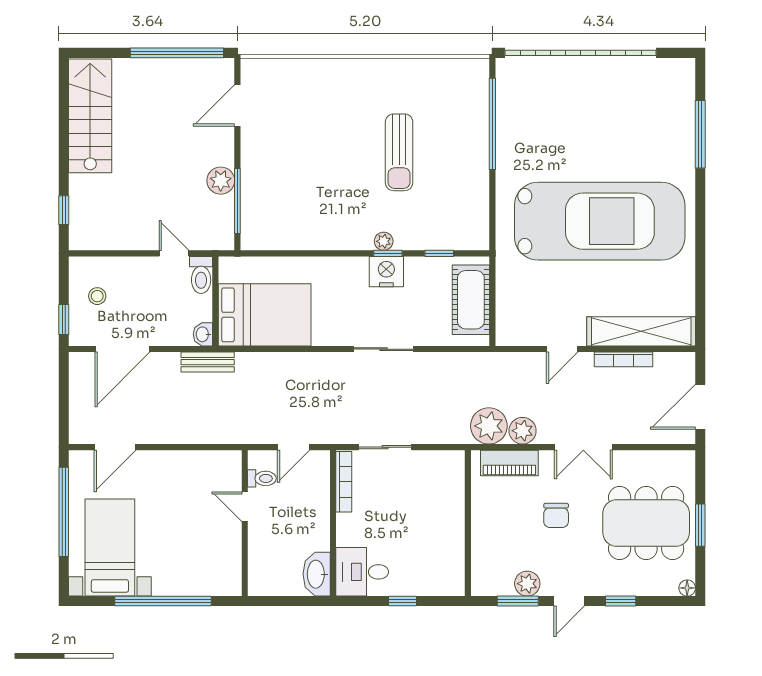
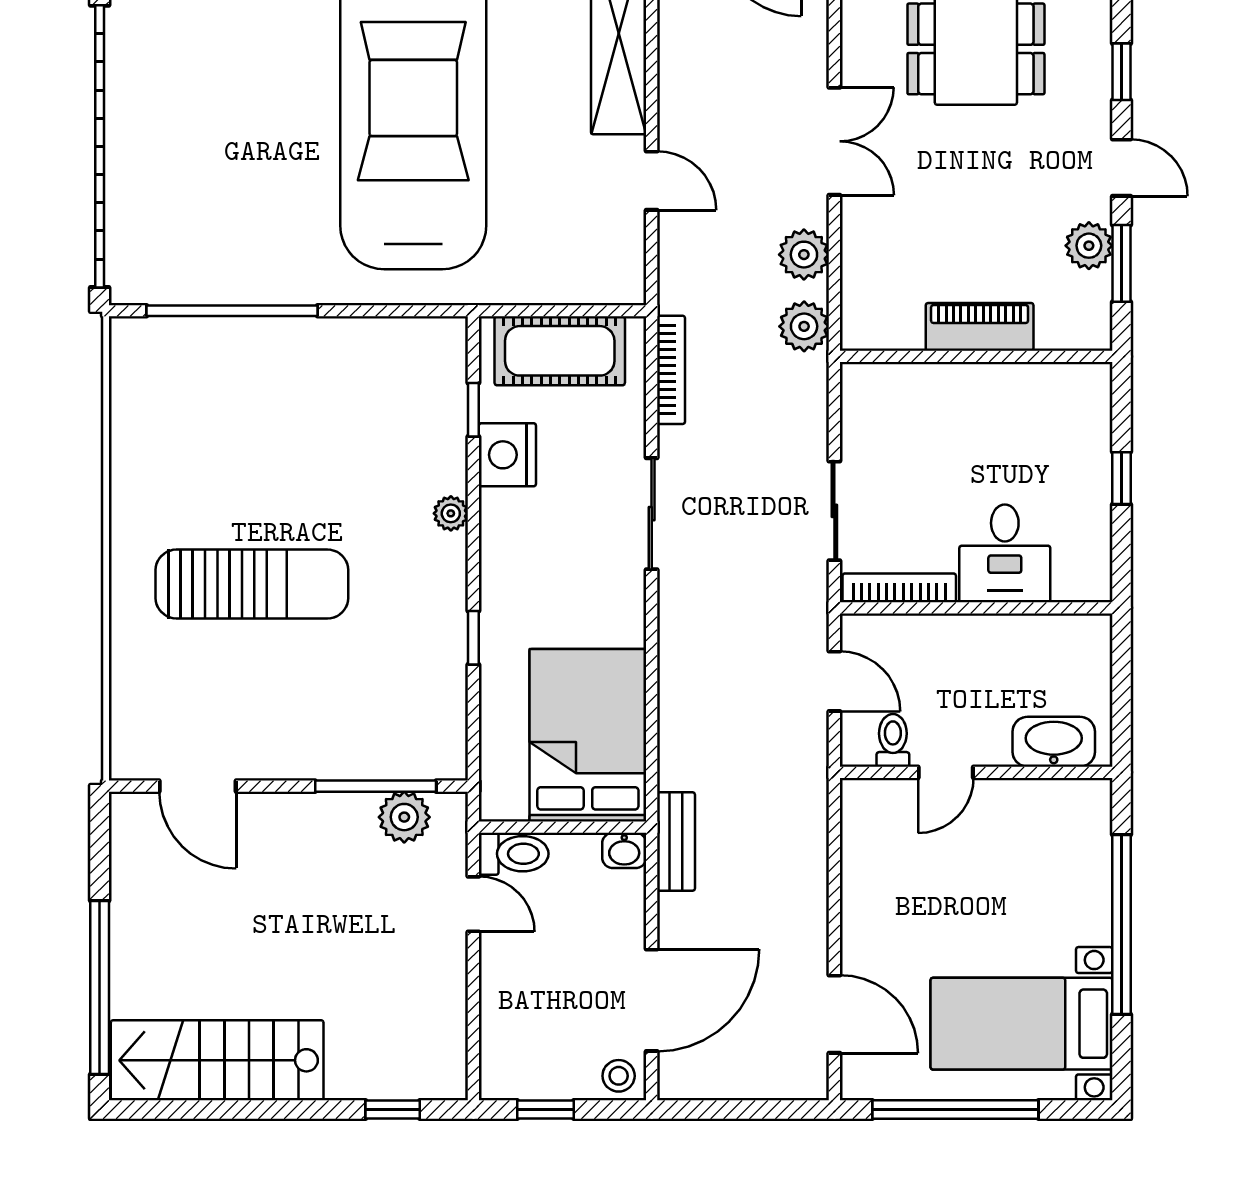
window: (177, 53) -> (100, 987), moved
sun lounger: (399, 152) -> (252, 584), moved, width x1.36, depth x1.34
plant: (221, 181) -> (404, 817), moved
door: (174, 253) -> (473, 904), swing flipped
window: (388, 253) -> (473, 638), moved
nightstand: (386, 272) -> (507, 455), moved
stool: (97, 296) -> (619, 1076), moved
window: (64, 319) -> (545, 1110), moved
door: (122, 349) -> (652, 1000), hinge flipped
bookcase: (624, 359) -> (671, 370), moved
plant: (489, 426) -> (804, 326), width x0.73, depth x0.73
piano: (509, 463) -> (980, 327), moved, turned -90
chair: (556, 515) -> (962, 192), removed
desk: (362, 572) -> (1005, 553), moved
washbasin: (317, 574) -> (1054, 742), moved, turned 180

